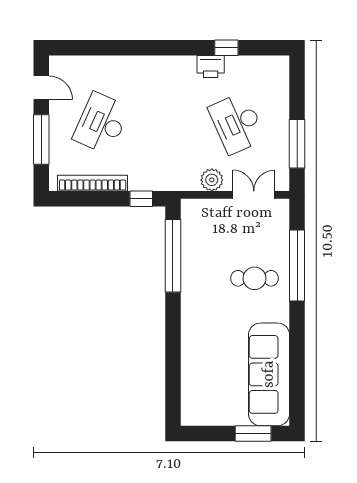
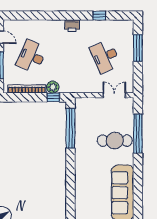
printer: (211, 67) -> (72, 26), moved
window: (297, 144) -> (138, 48), moved
plant: (212, 180) -> (53, 87), moved
cafe table: (255, 278) -> (115, 141), width x1.37, depth x1.35

